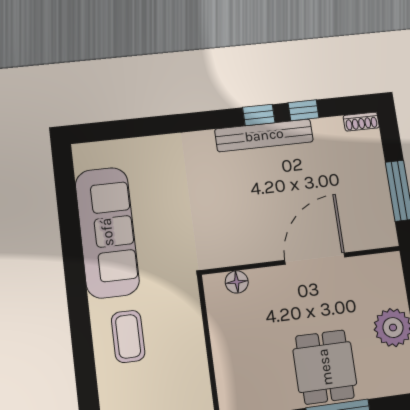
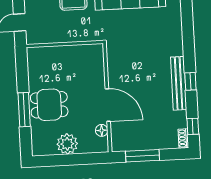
window: (303, 110) -> (193, 126), moved
floor lamp: (237, 282) -> (102, 130), moved

